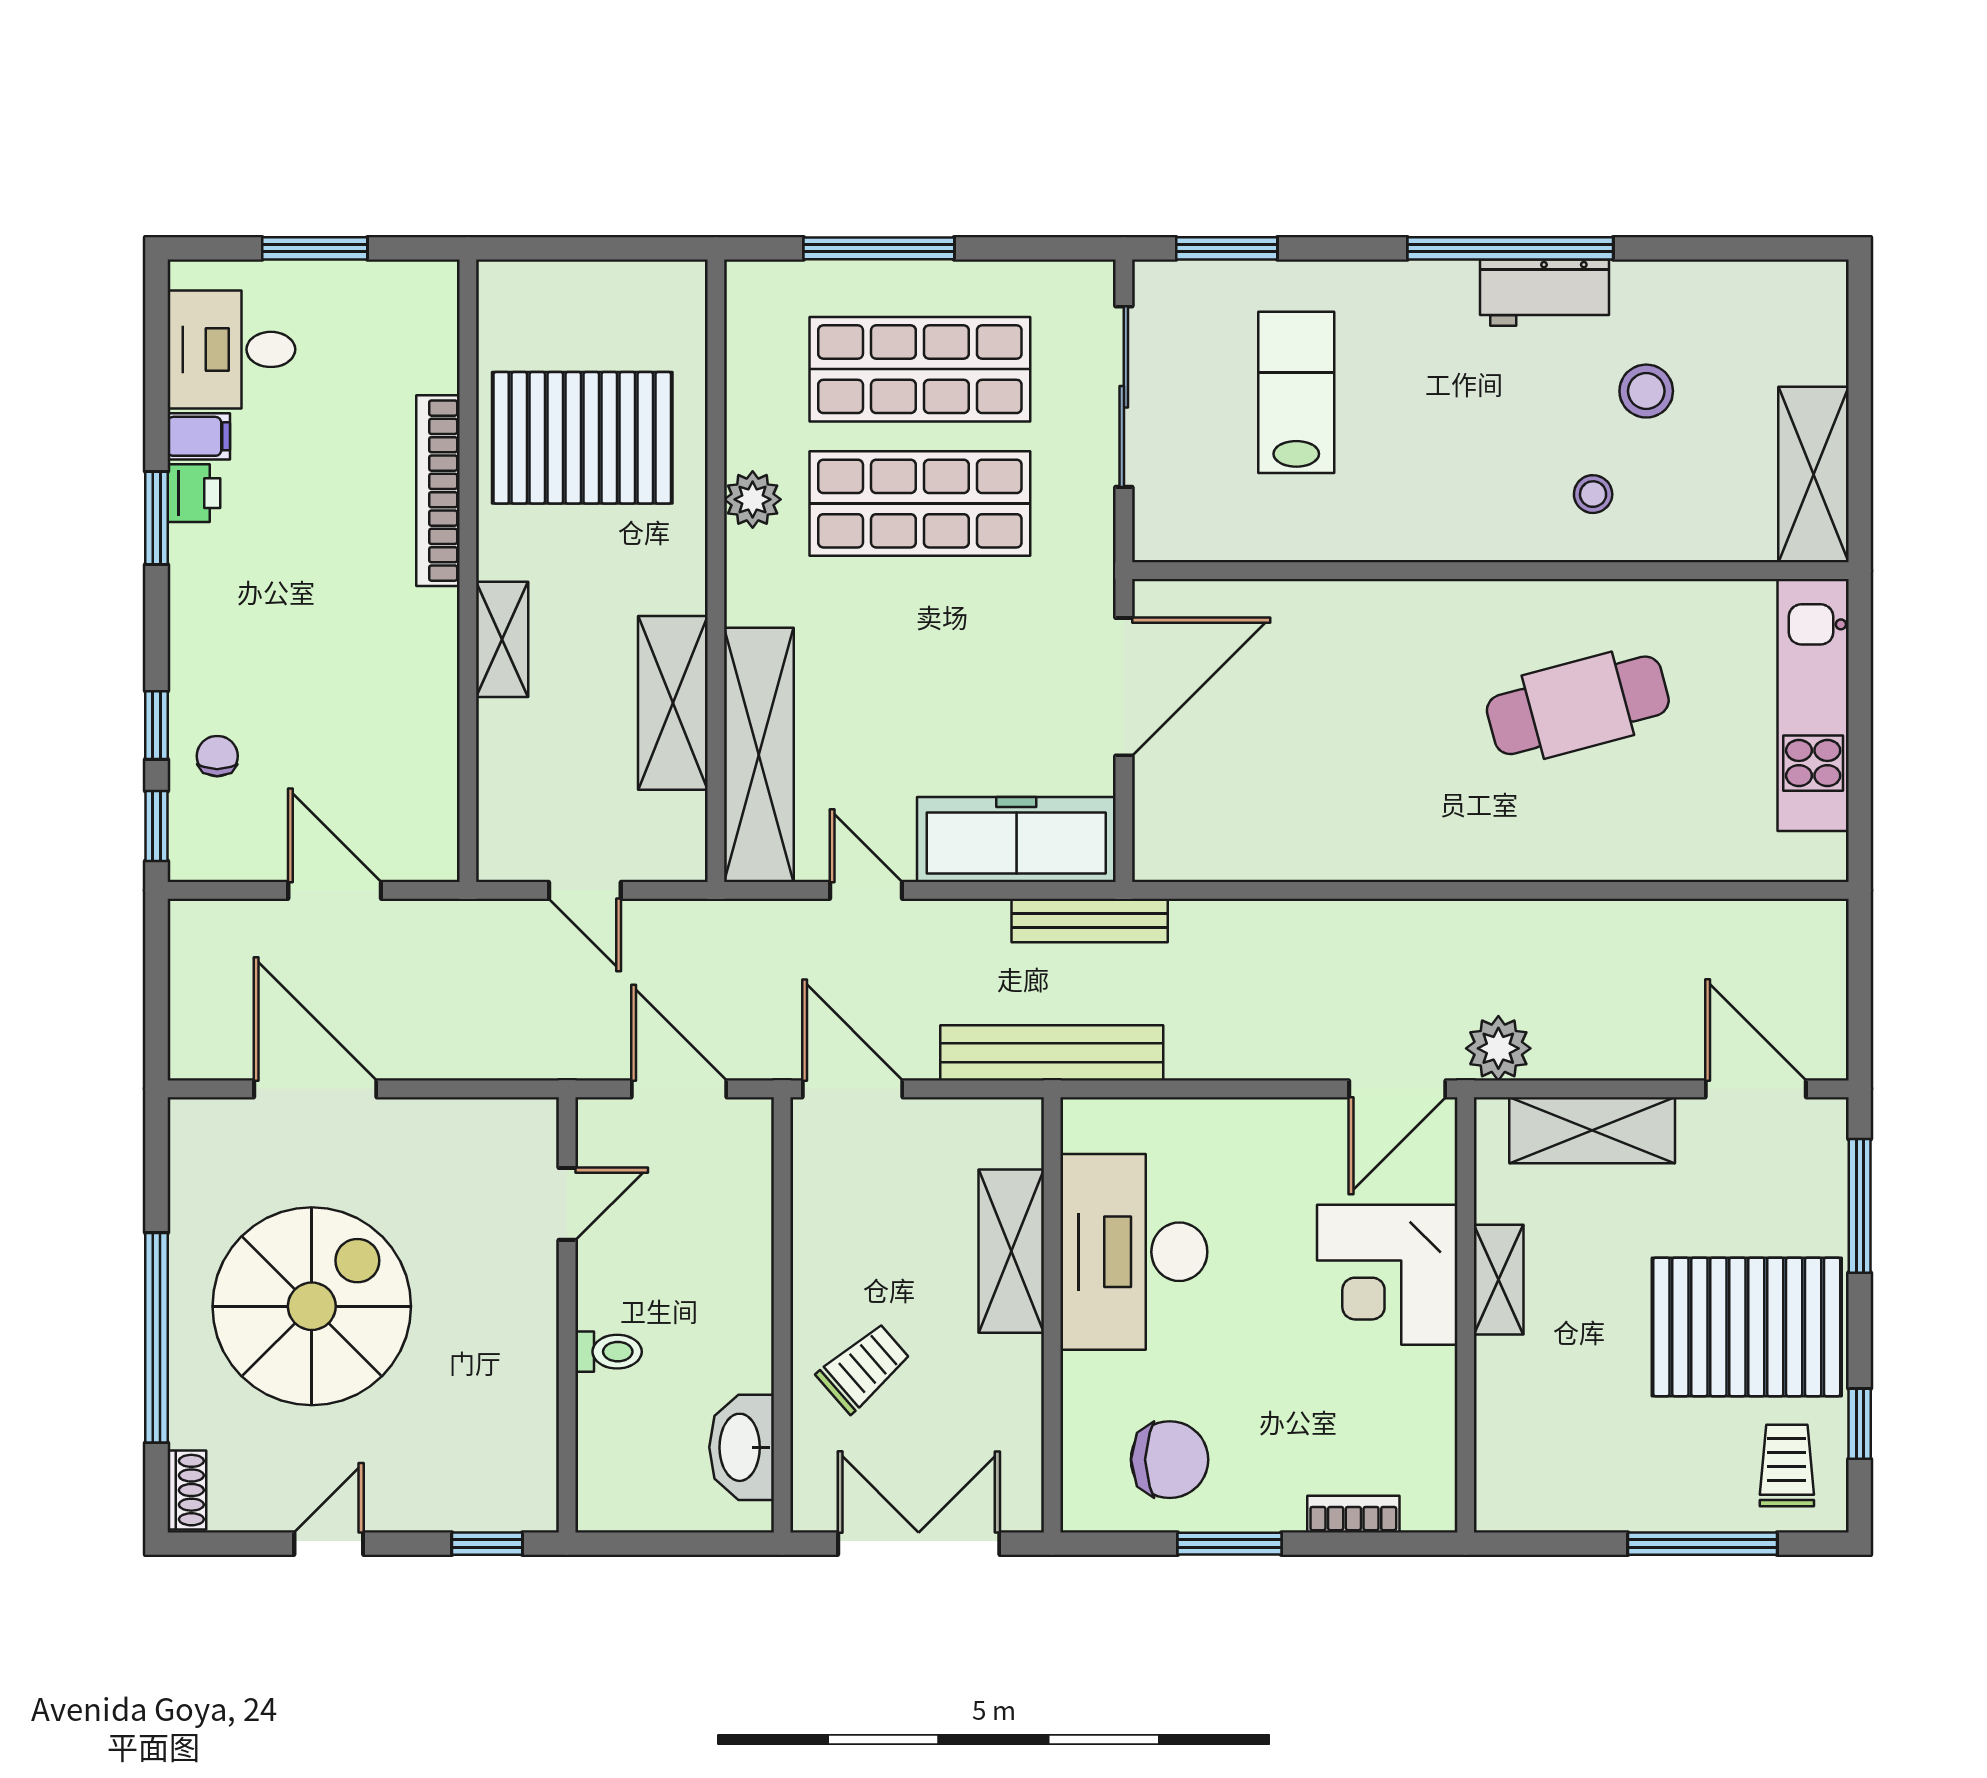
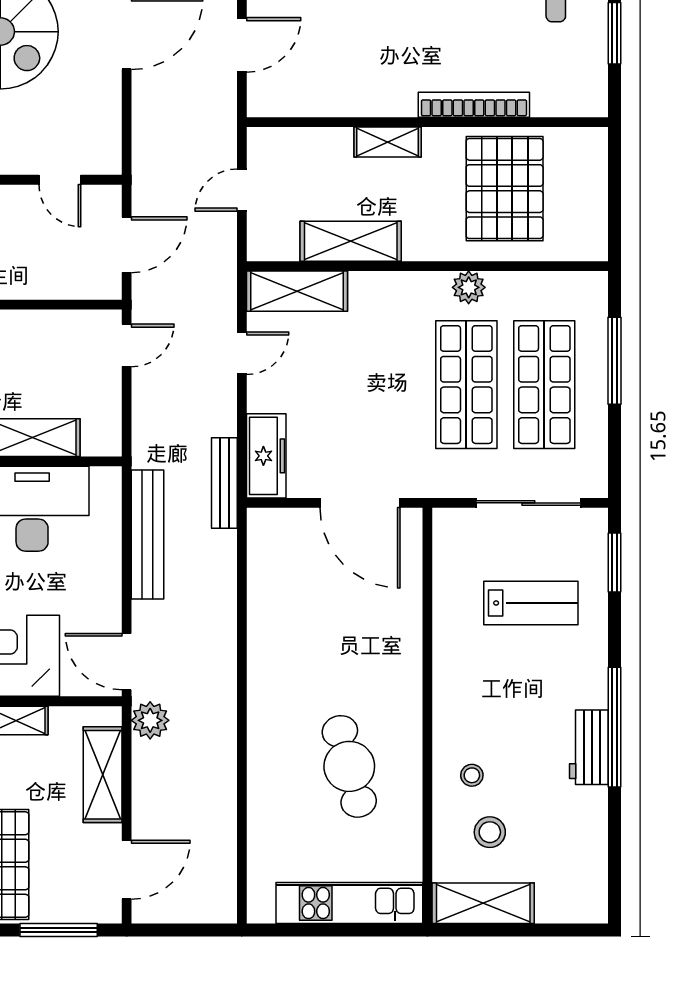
stool: (1646, 391) -> (490, 832), moved
shelving: (759, 755) -> (297, 291), width x0.68
freezer: (1016, 840) -> (266, 456), width x0.73, depth x0.79
bench: (1052, 1053) -> (148, 535), moved
door: (853, 1089) -> (127, 345), width x0.73

